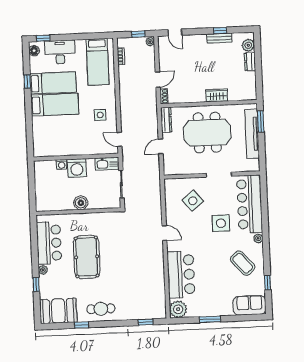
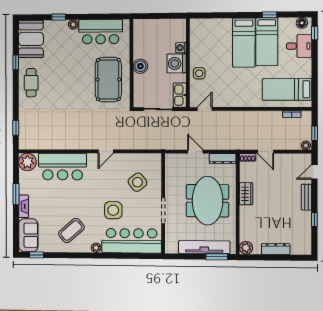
bench: (219, 38) -> (306, 197), moved
plant: (248, 45) -> (246, 248), moved
desk: (60, 52) -> (299, 46), width x0.73
dresser: (250, 62) -> (276, 249), width x1.44
wardrobe: (217, 95) -> (246, 194), moved
side table: (100, 115) -> (199, 73), moved
pool table: (87, 257) -> (108, 80), moved, turned 90
window: (268, 283) -> (37, 255), moved
fireplace: (221, 311) -> (24, 206), added

